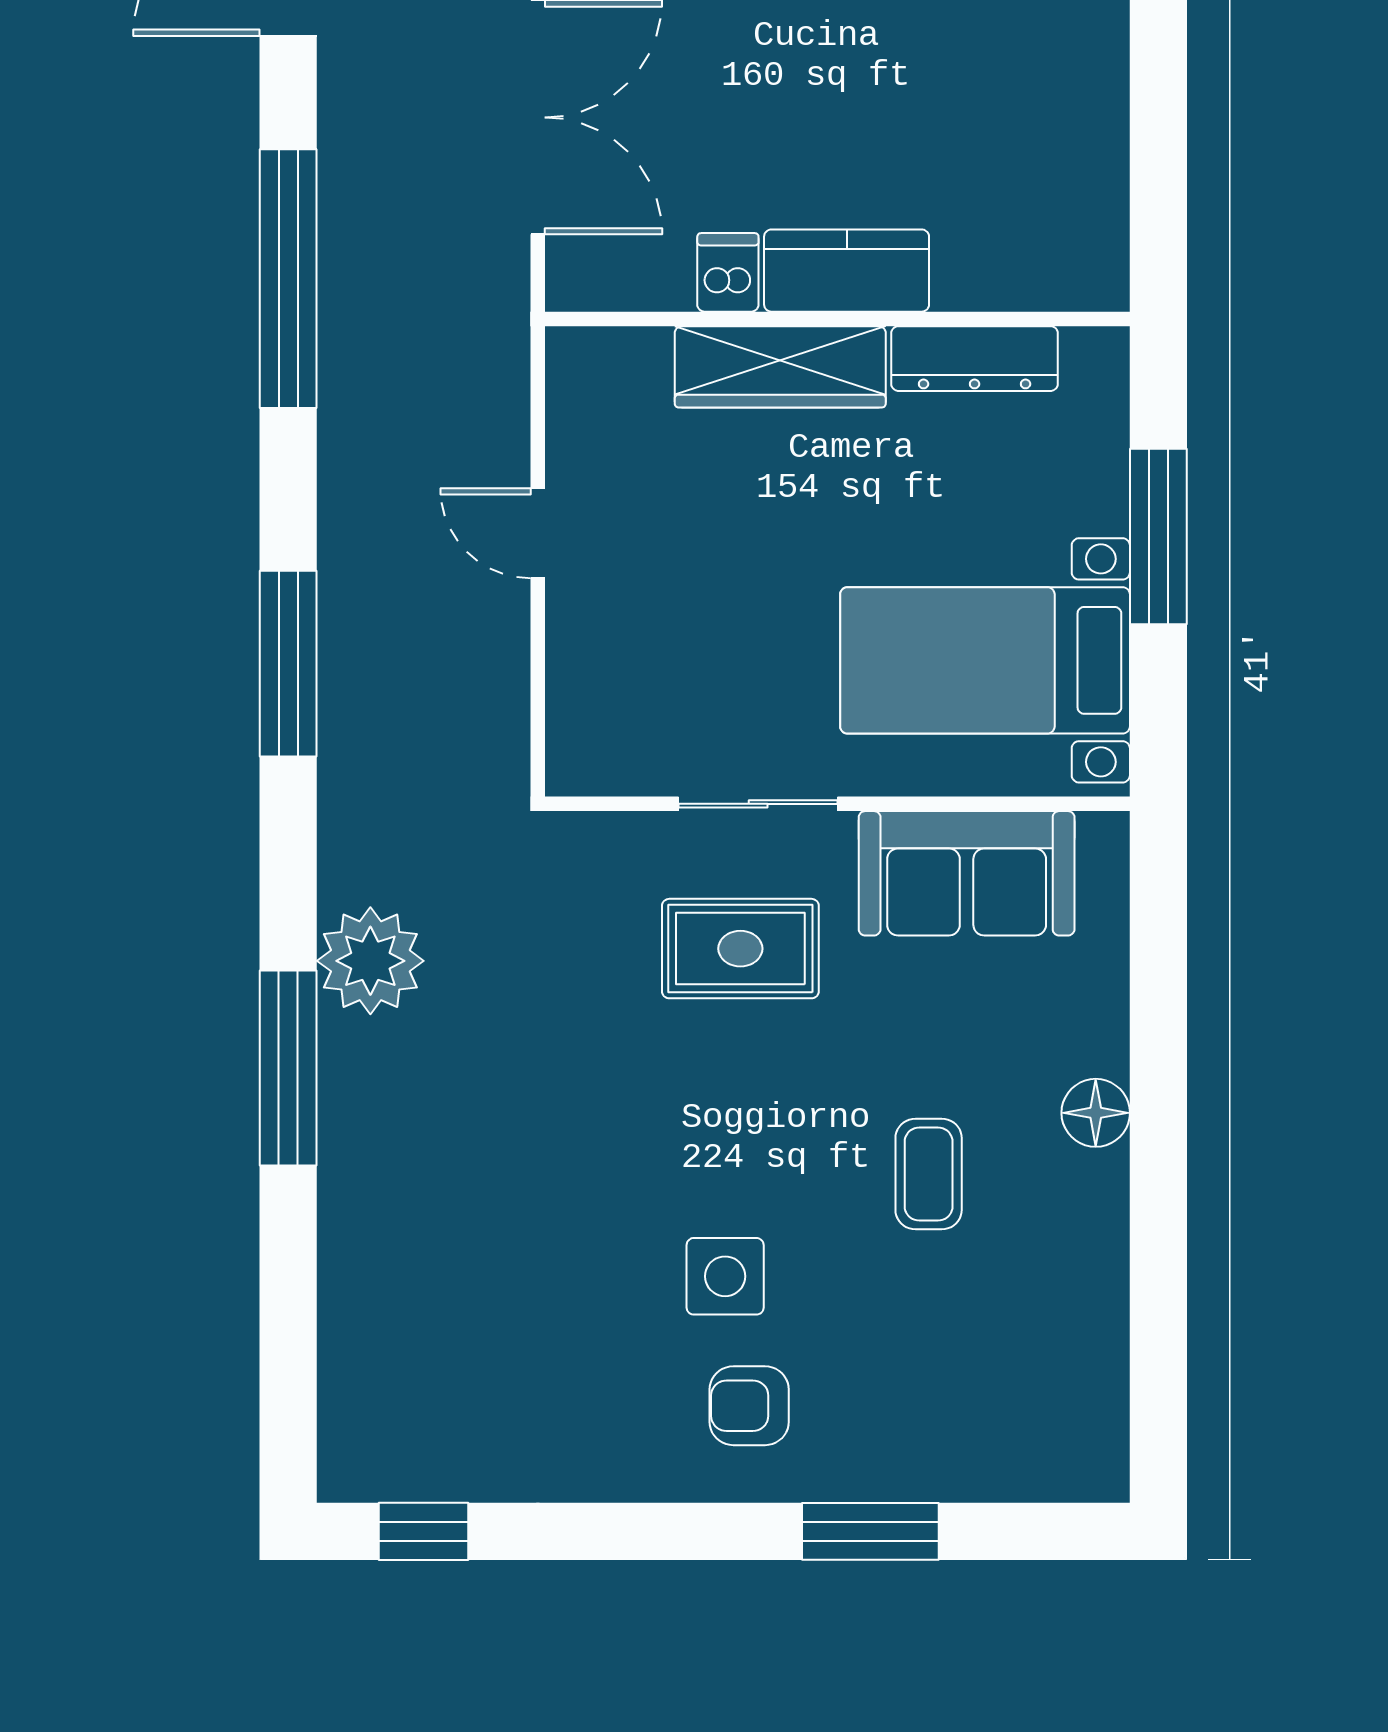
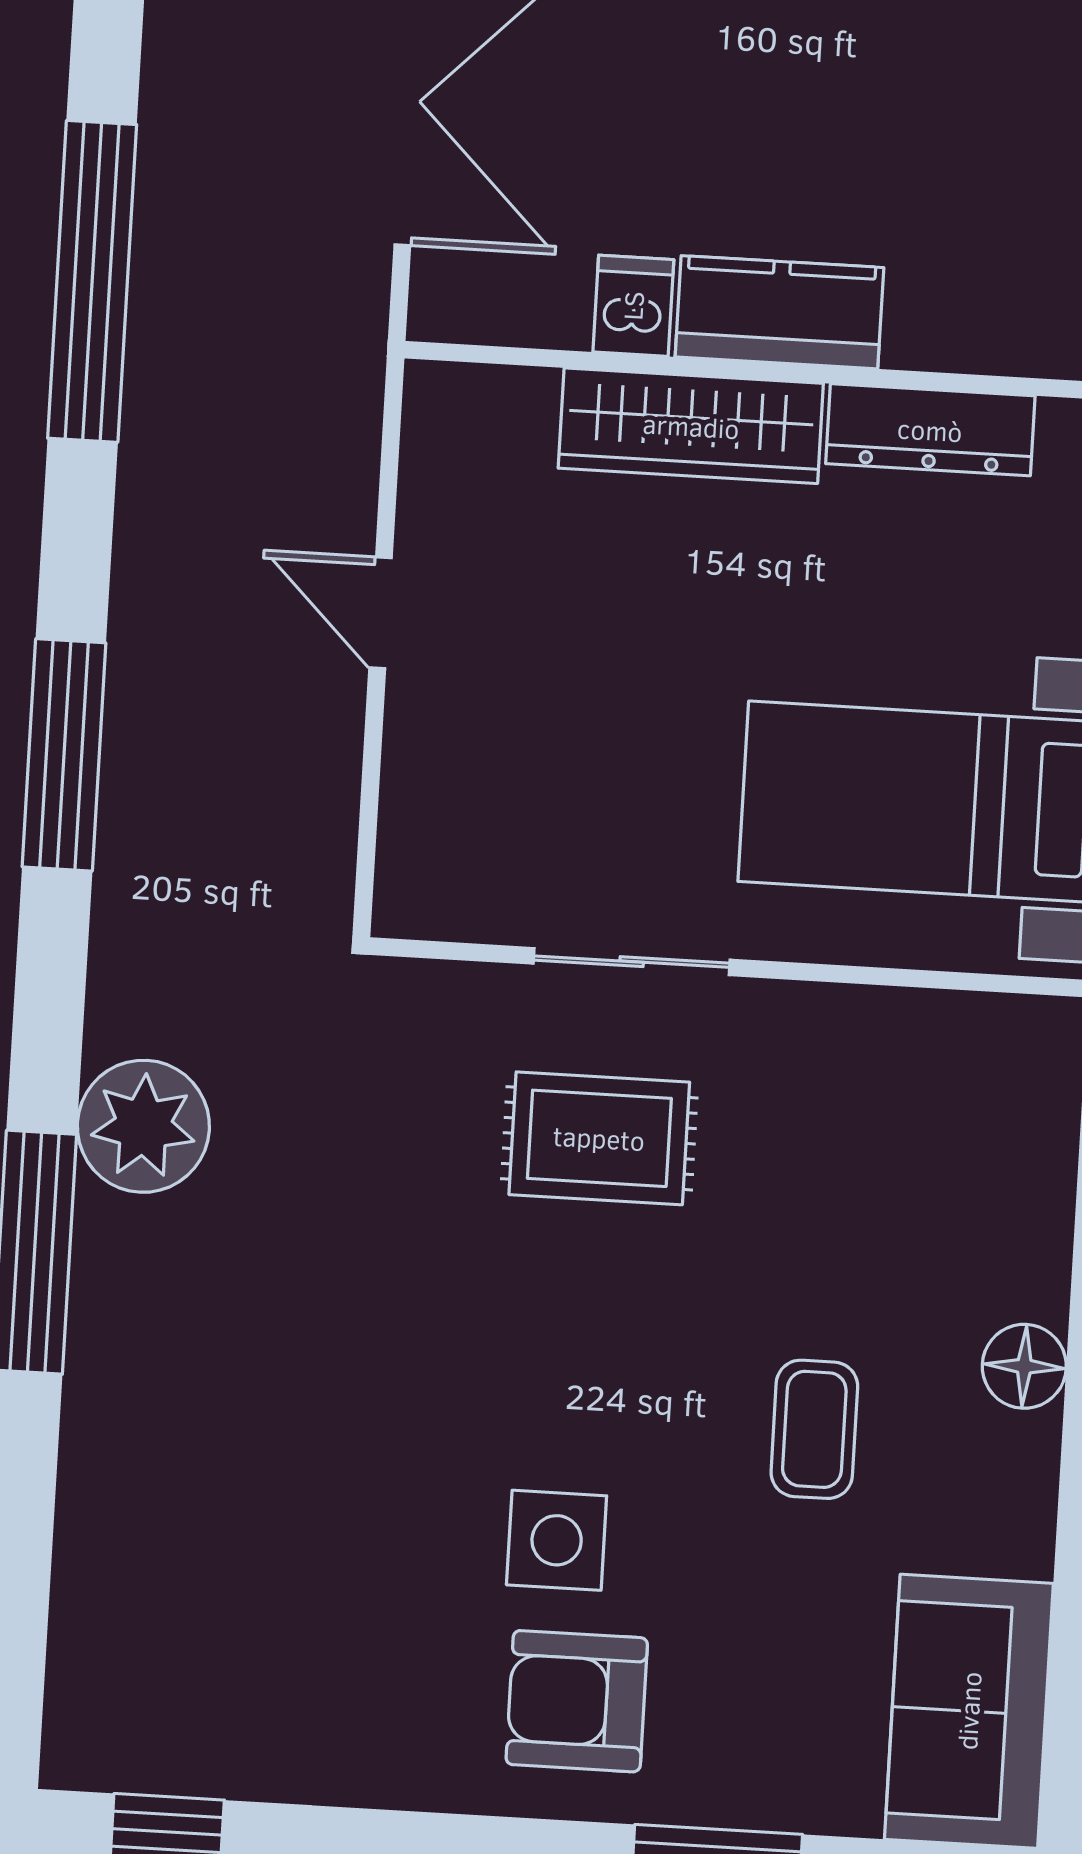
sofa: (967, 873) -> (969, 1711), moved, turned 90
armchair: (749, 1406) -> (577, 1701), width x1.38, depth x1.38

